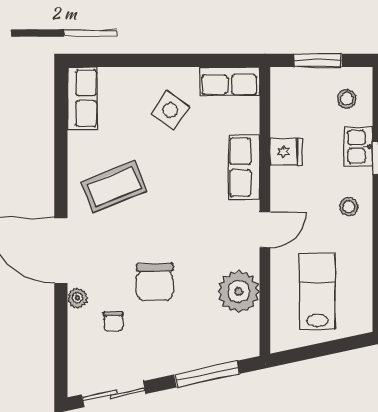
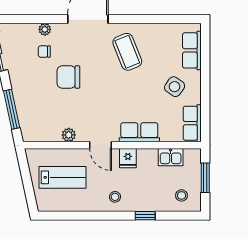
row of seats: (82, 98) -> (192, 50), moved, turned 90
kitchen sink: (358, 147) -> (171, 157), moved, turned 180
fridge: (286, 152) -> (128, 158), moved
plant: (239, 291) -> (69, 135), width x0.53, depth x0.53
plant: (77, 298) -> (45, 29), moved

